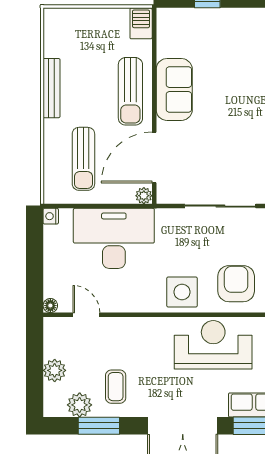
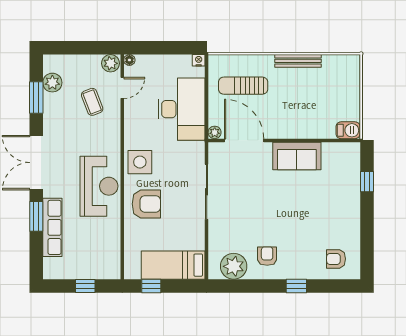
sun lounger: (130, 91) -> (295, 122), removed
plant: (55, 370) -> (111, 63), moved
coffee table: (116, 387) -> (92, 102), moved, turned 69

